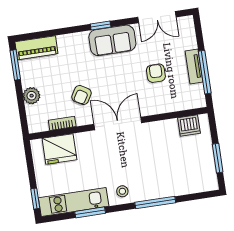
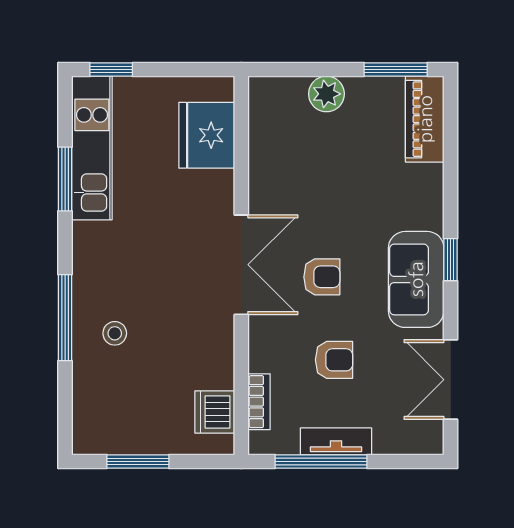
armchair: (82, 95) -> (322, 277), moved, turned 149
bookcase: (62, 123) -> (259, 402), moved
stool: (122, 191) -> (115, 333), moved

